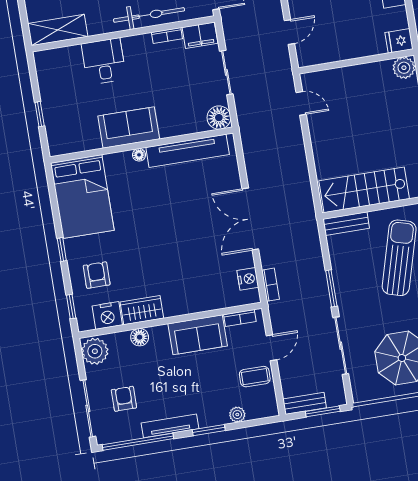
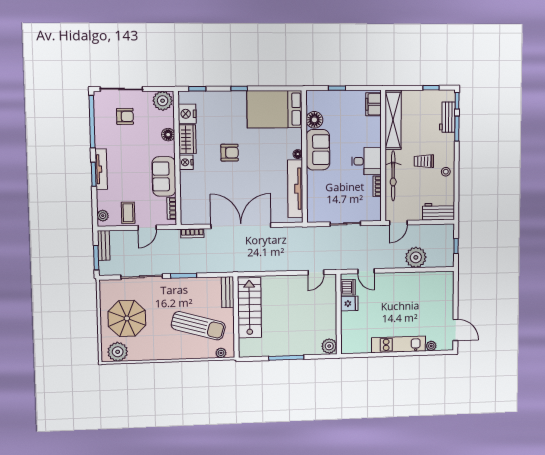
shelving: (58, 30) -> (393, 120), width x1.47
filing cabinet: (200, 35) -> (374, 104), moved
fridge: (399, 41) -> (349, 304), moved, turned 90
dishwasher: (316, 54) -> (348, 287), added
desk: (104, 61) -> (367, 161), moved
floor lamp: (219, 118) -> (314, 120), moved
double door: (250, 219) -> (241, 226), width x1.36
armchair: (97, 275) -> (230, 153), moved
nightstand: (248, 279) -> (186, 162), moved, turned 90
door: (271, 348) -> (147, 228), hinge flipped
plant: (237, 415) -> (103, 216), moved
tv unit: (170, 426) -> (101, 169), moved

